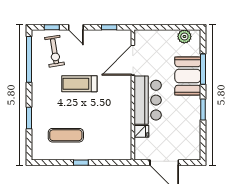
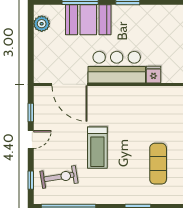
door: (76, 27) -> (31, 139), moved

